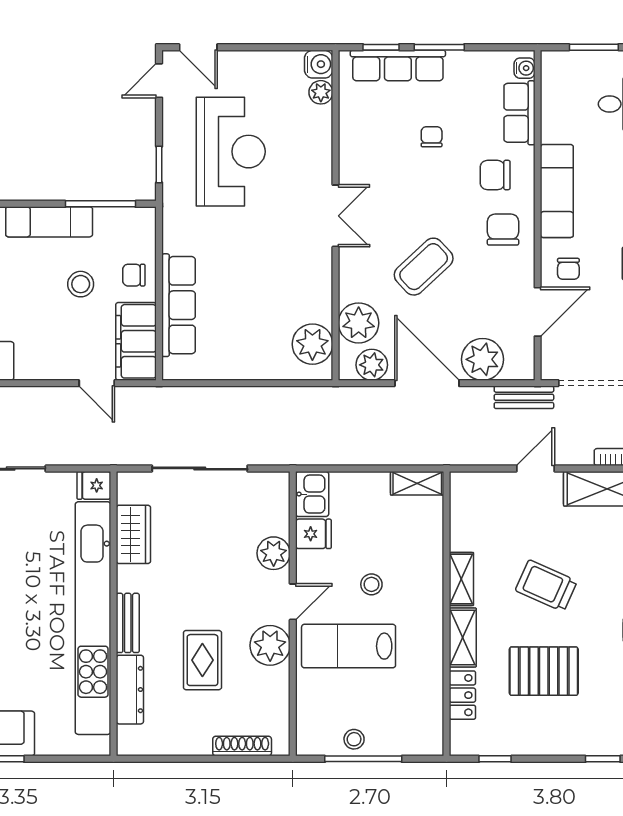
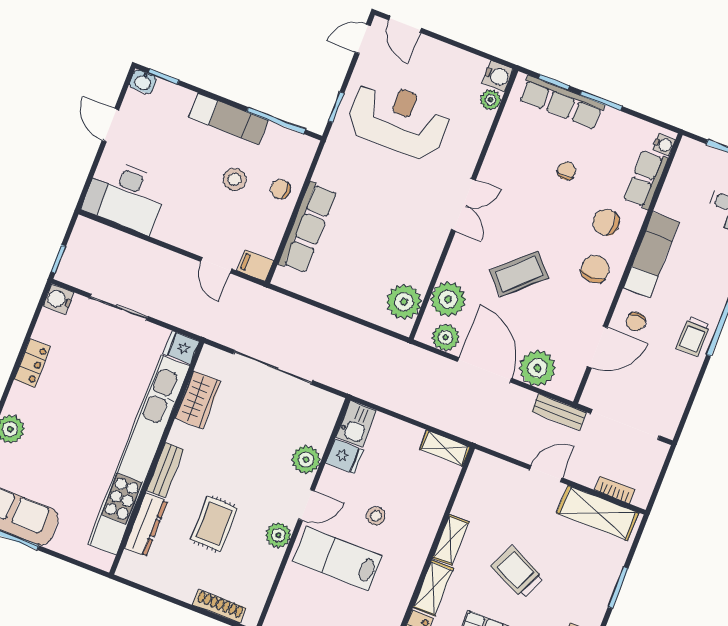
reception desk: (231, 152) -> (399, 119), turned -90
filing cabinet: (136, 341) -> (255, 266), width x0.33, depth x0.86
plant: (270, 645) -> (278, 535), width x0.73, depth x0.73

